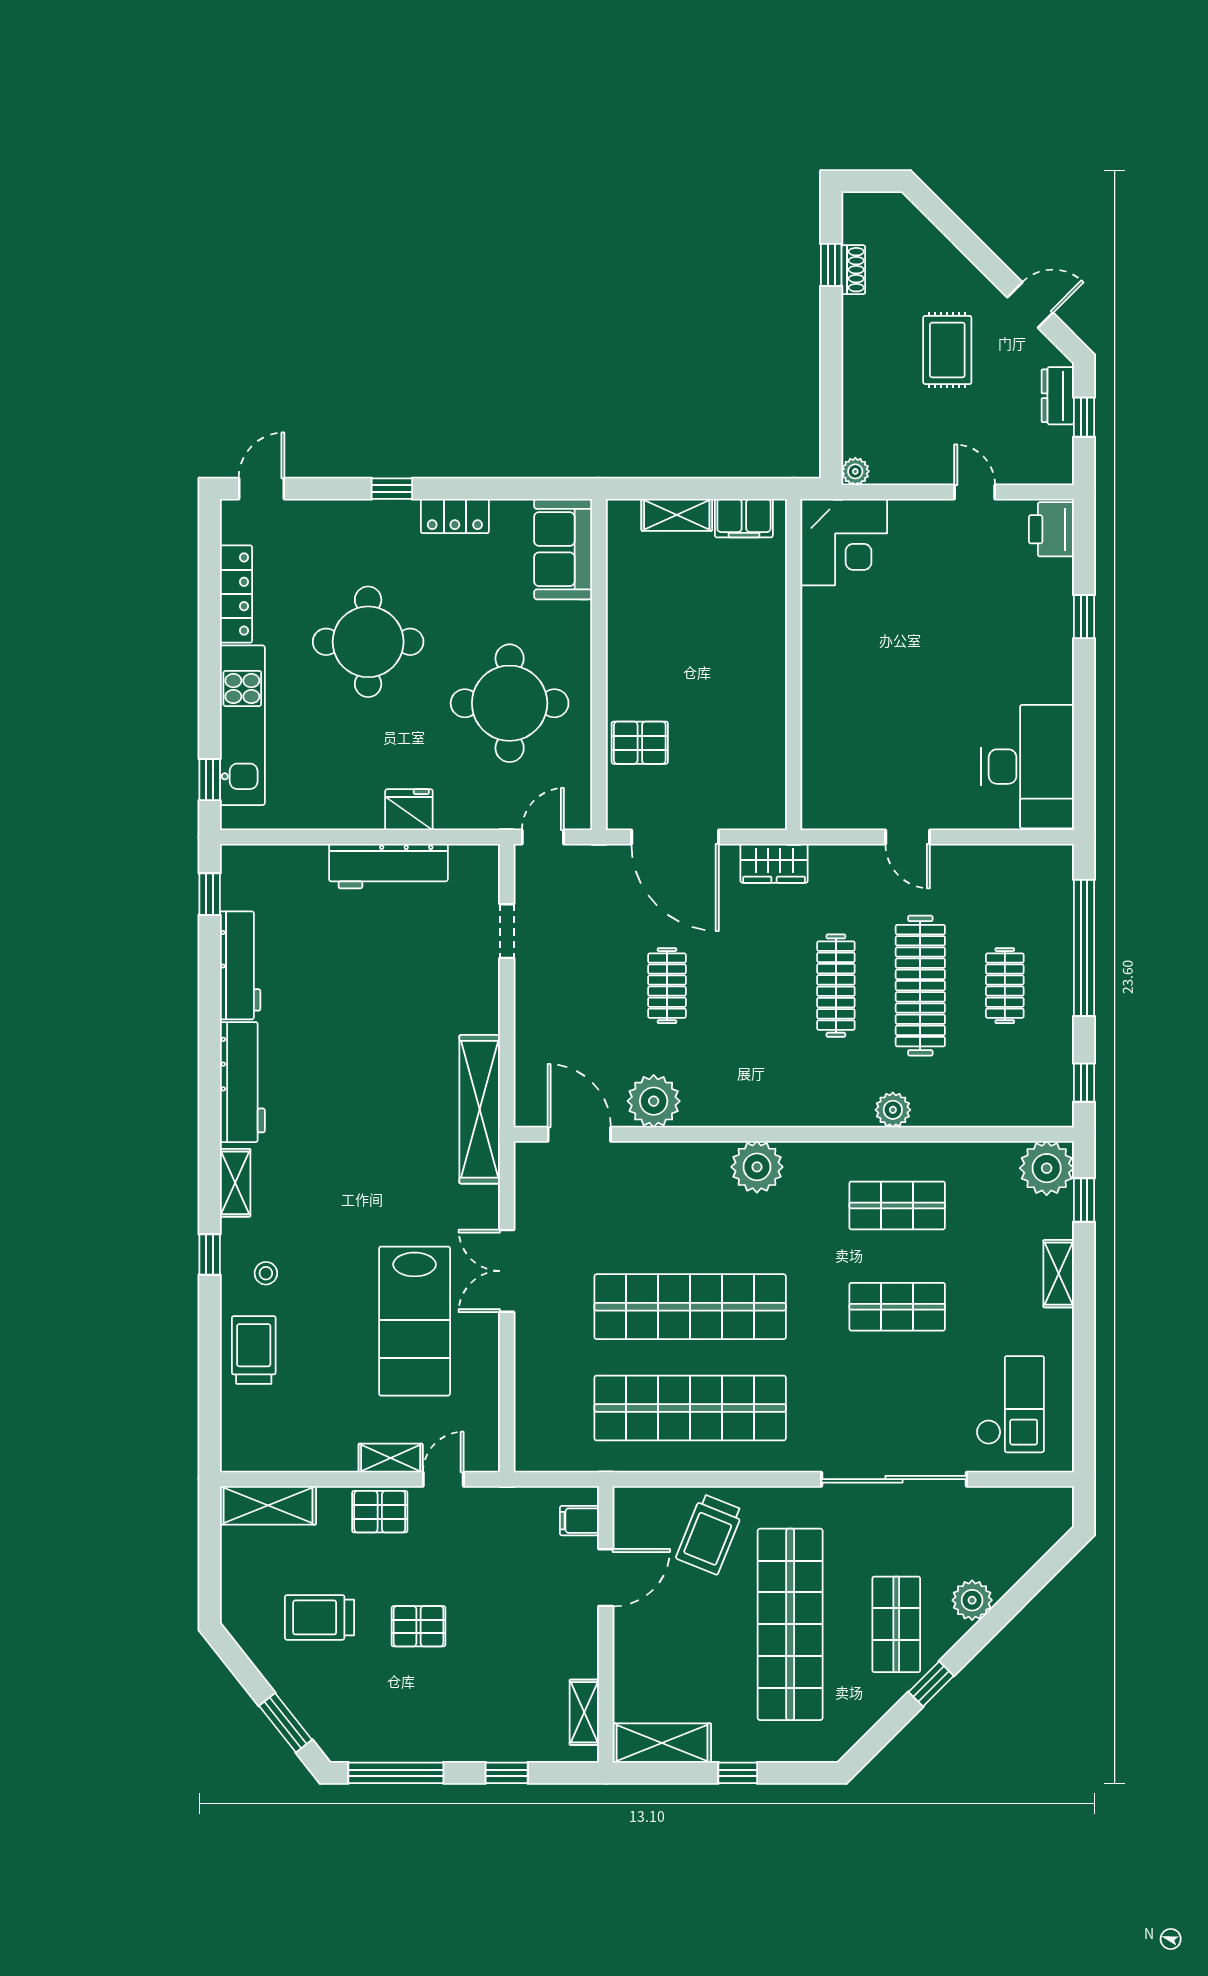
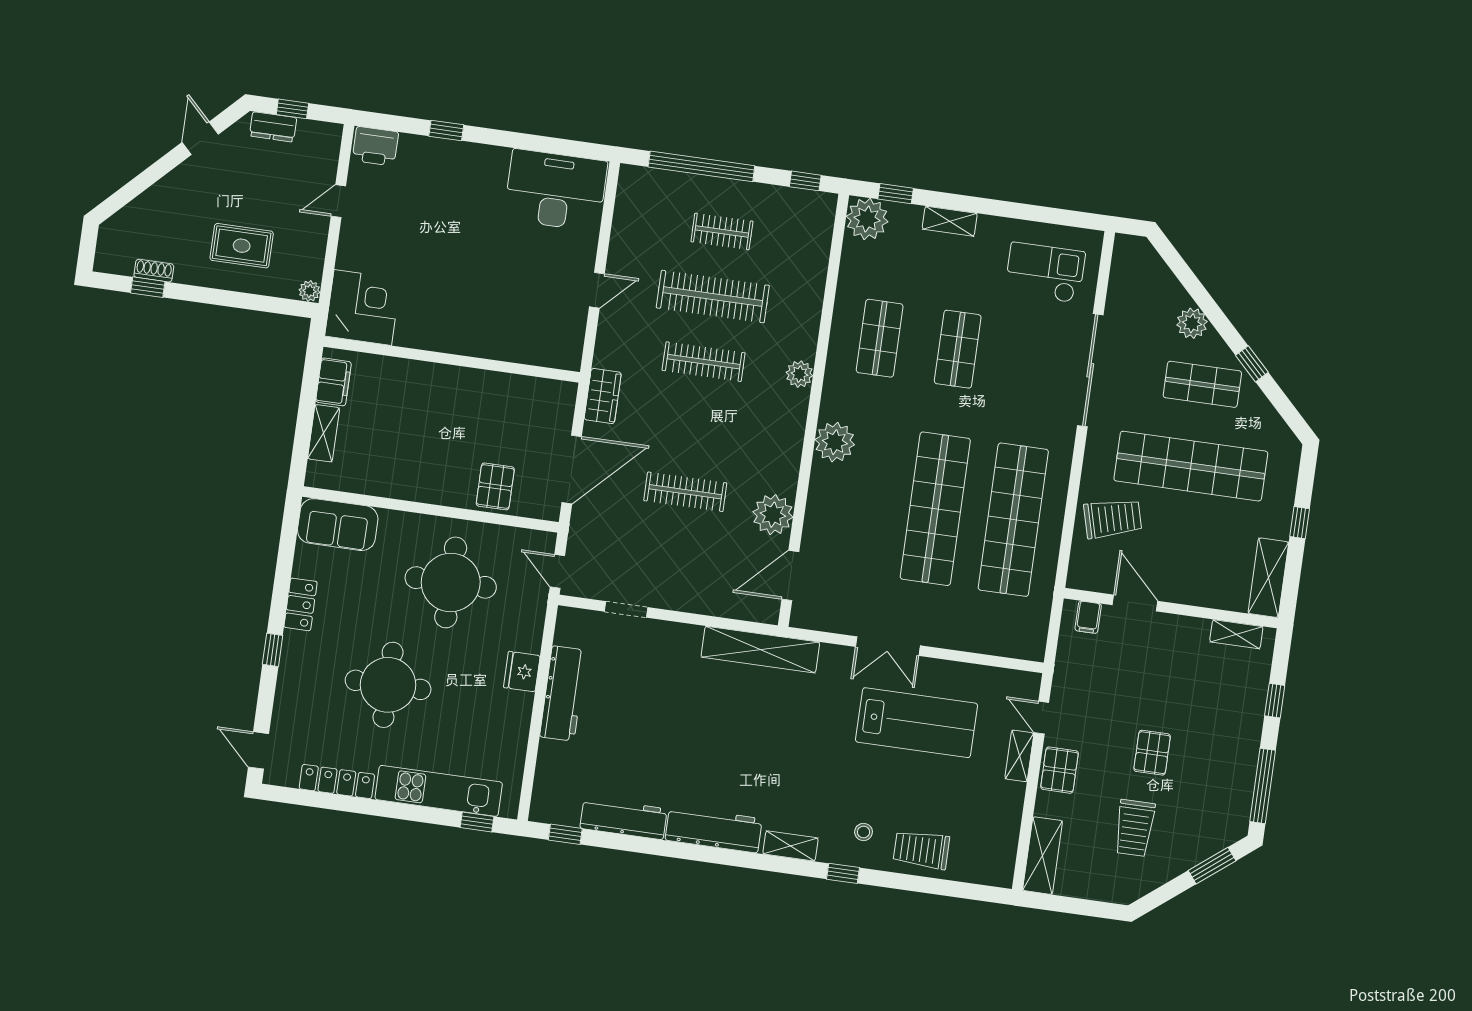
rug: (947, 350) -> (242, 246), moved
clothes rail: (667, 986) -> (685, 492), width x1.36
plant: (893, 1110) -> (799, 374), moved
trolley: (710, 1534) -> (1113, 518), turned -37

